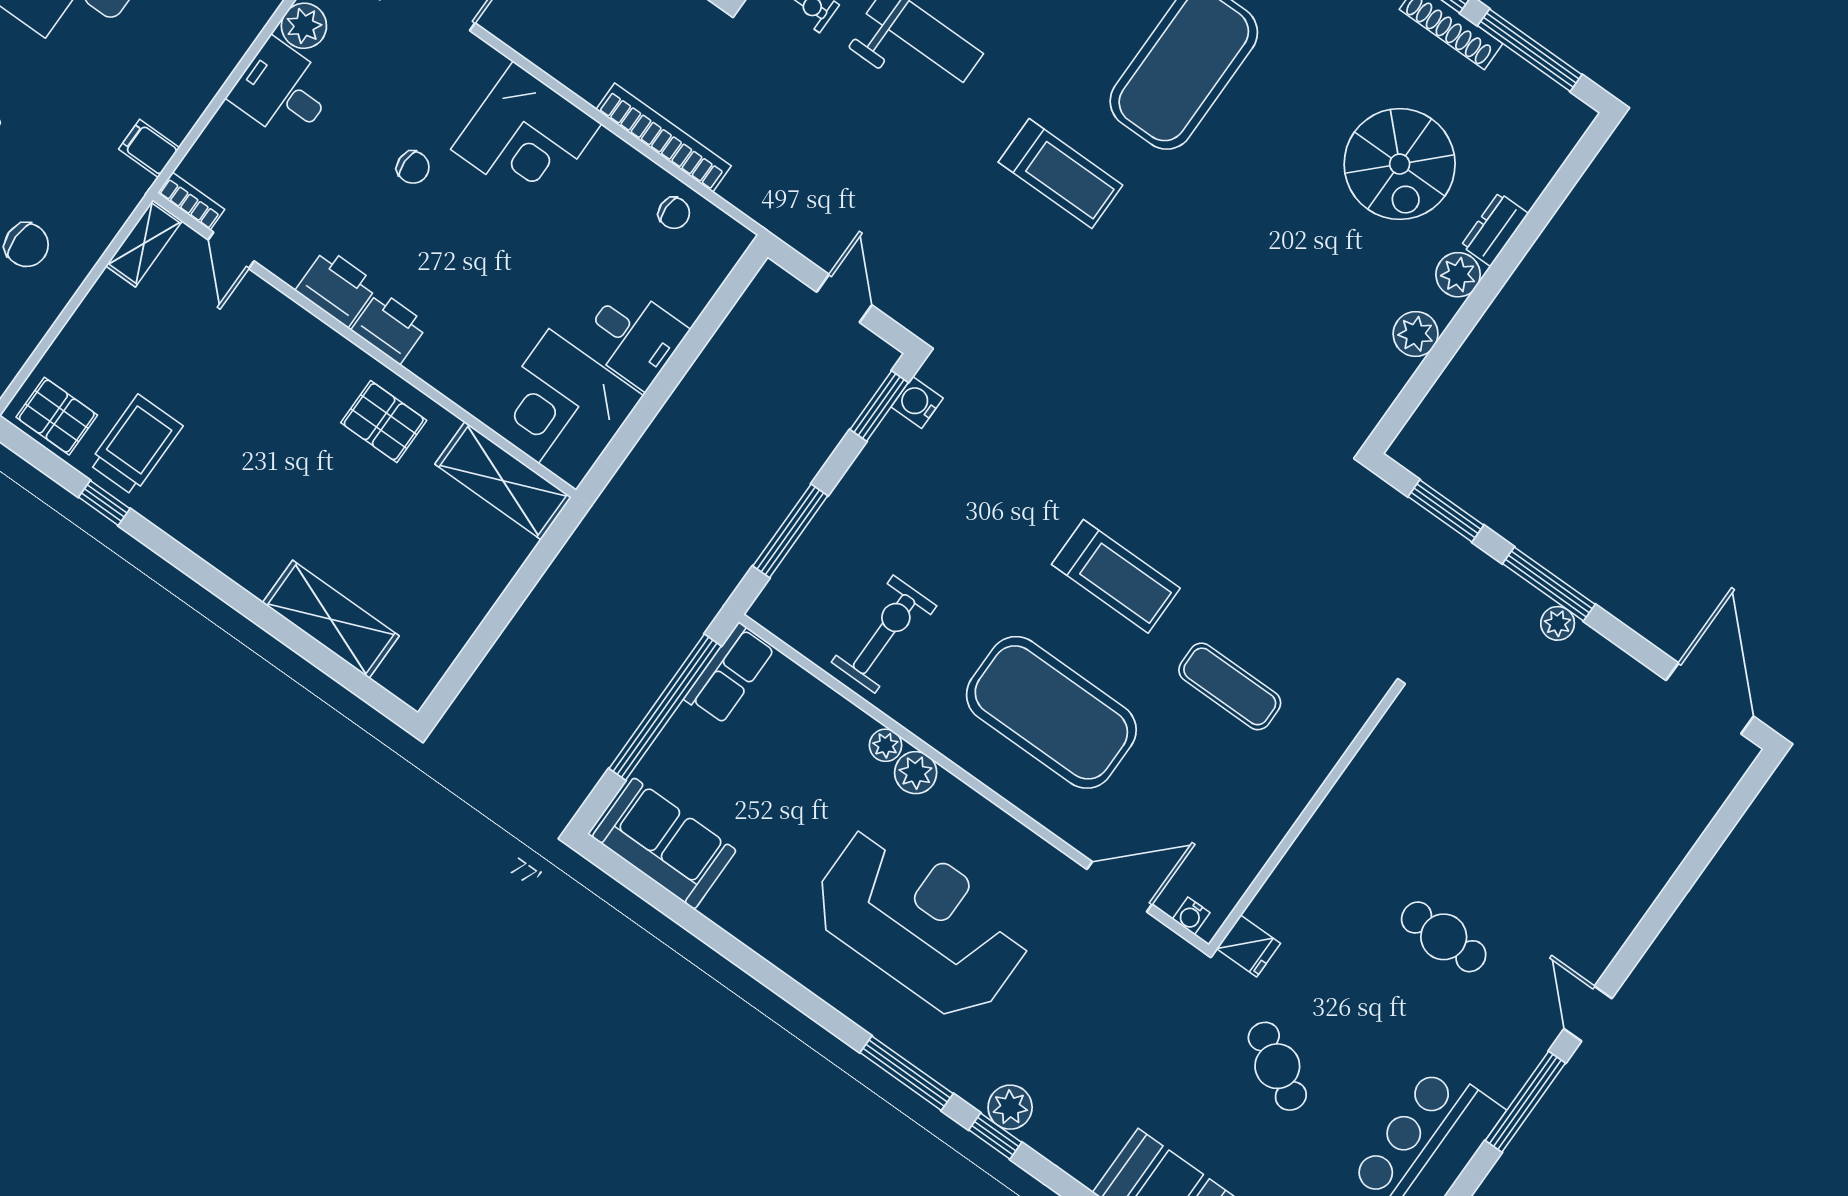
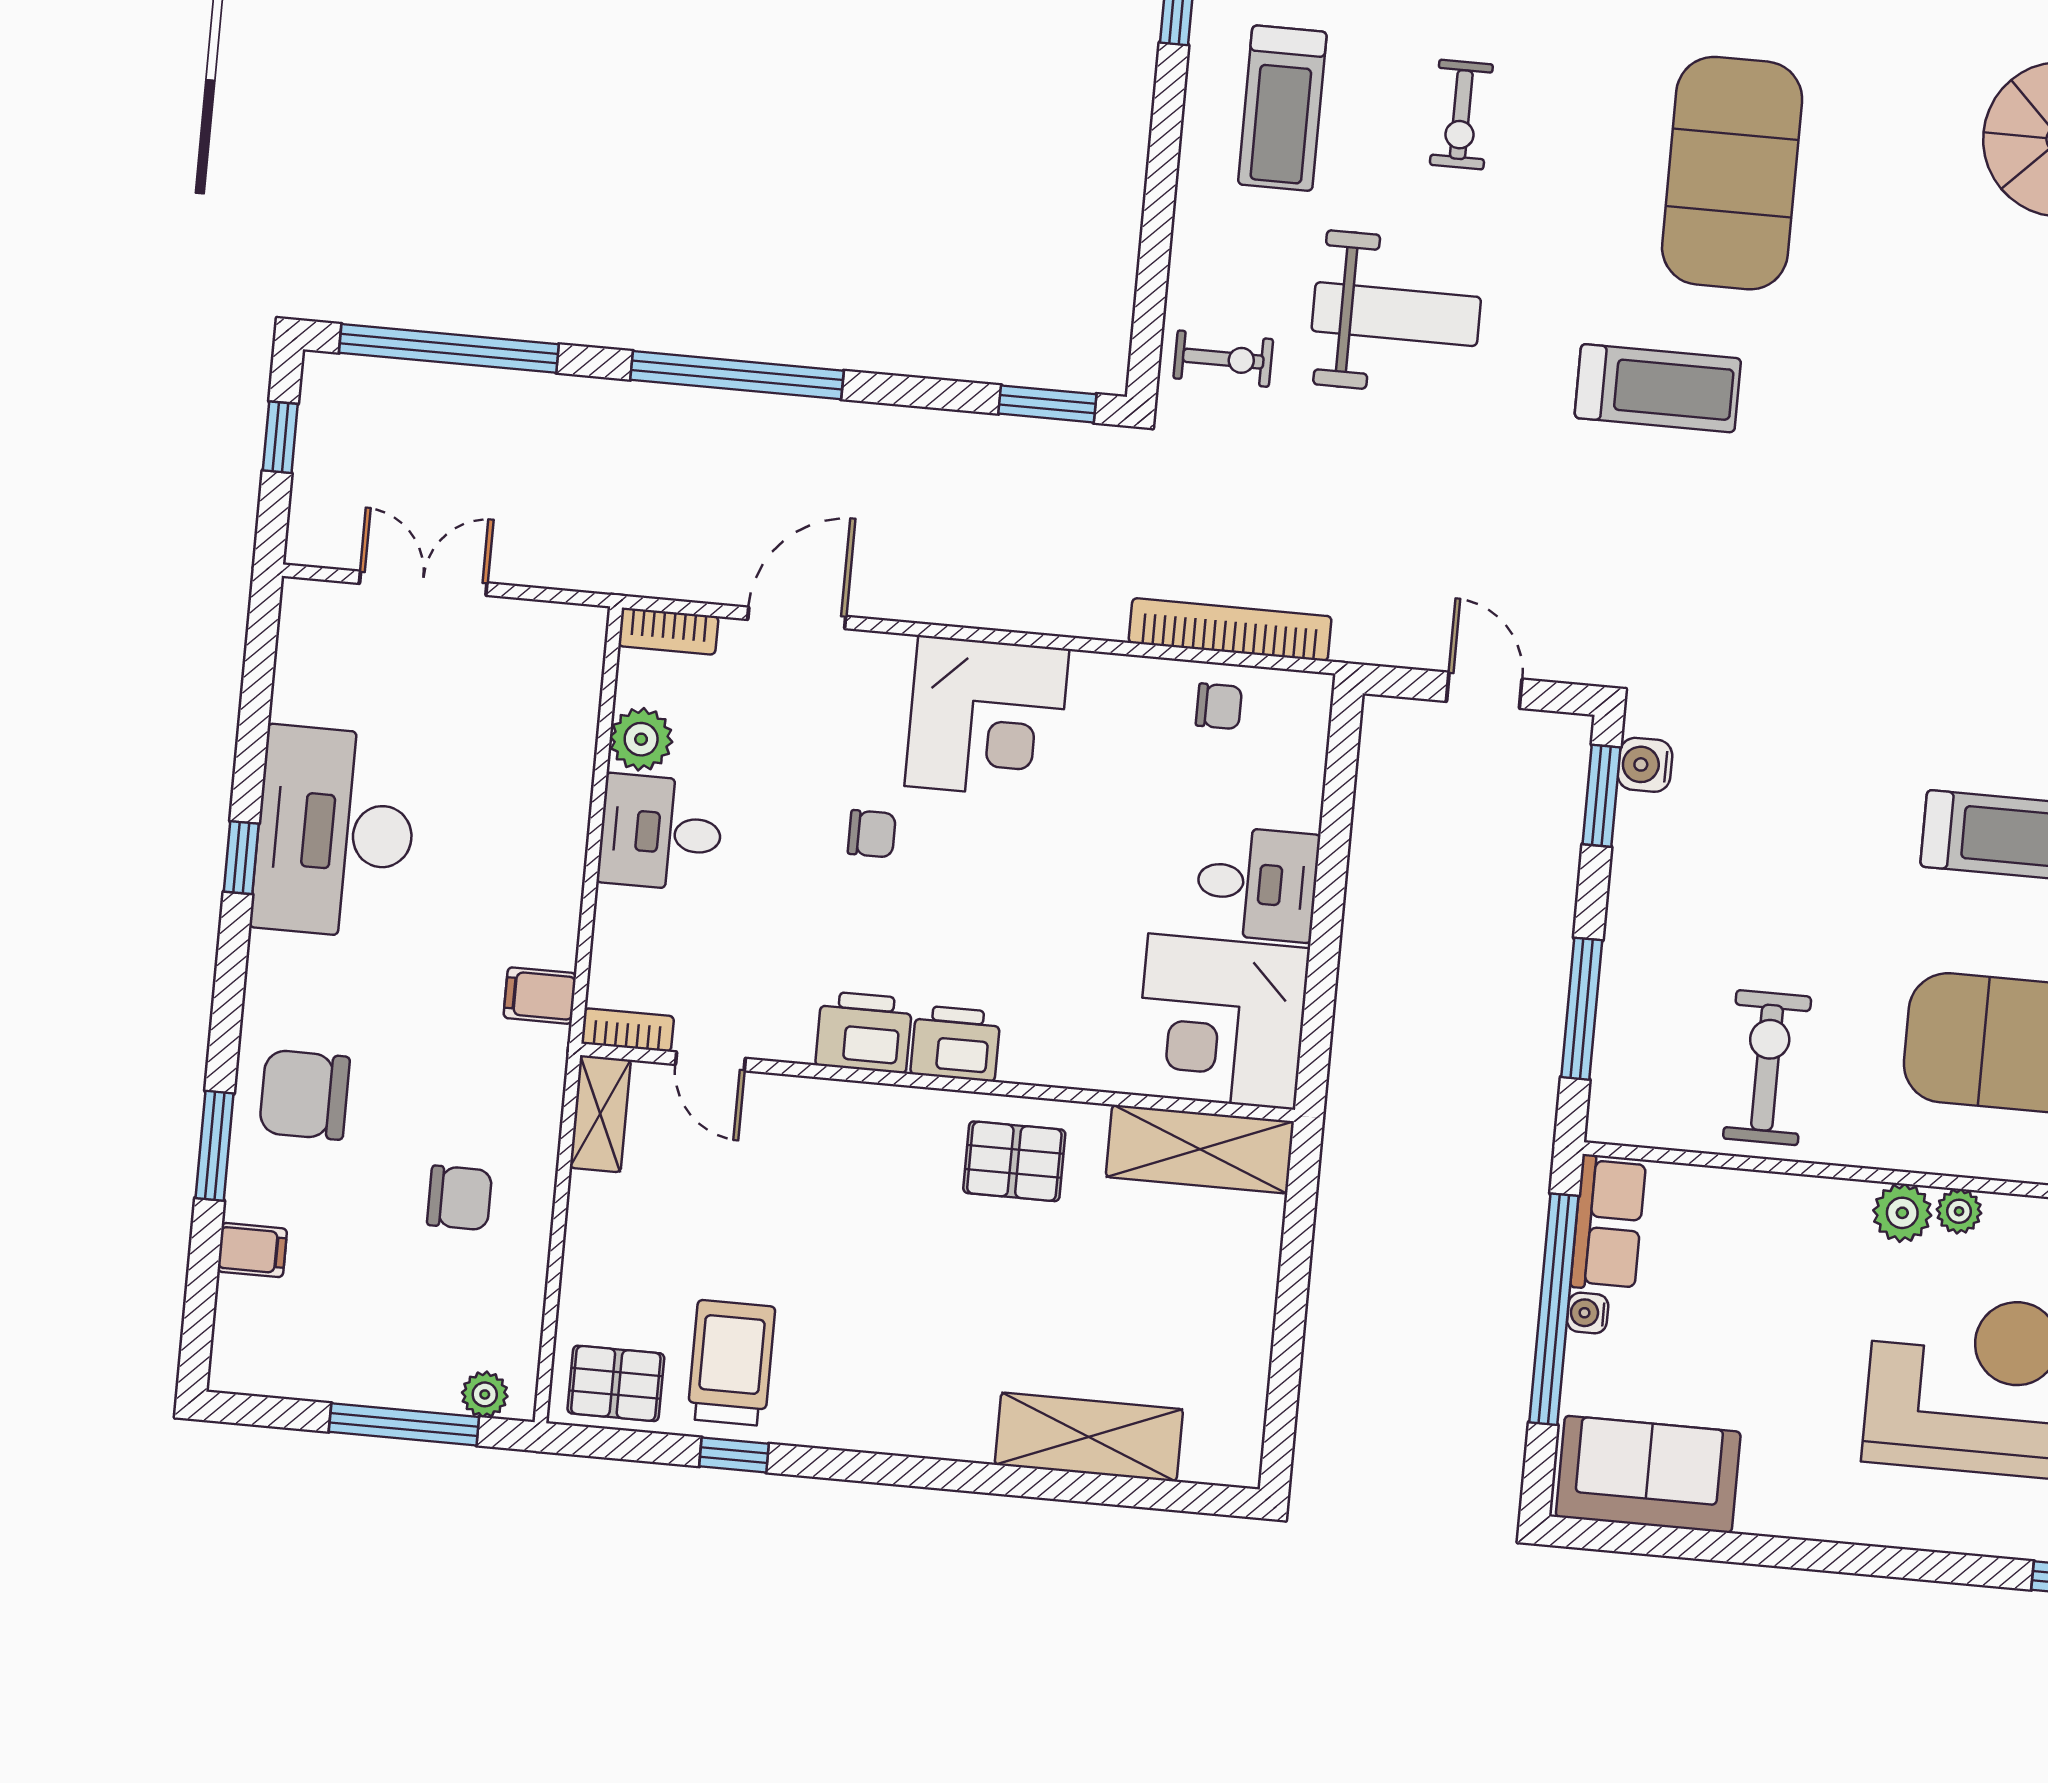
bookcase: (664, 138) -> (1230, 630), moved
water cooler: (685, 722) -> (1588, 1313), added
plant: (886, 745) -> (1959, 1211), moved

